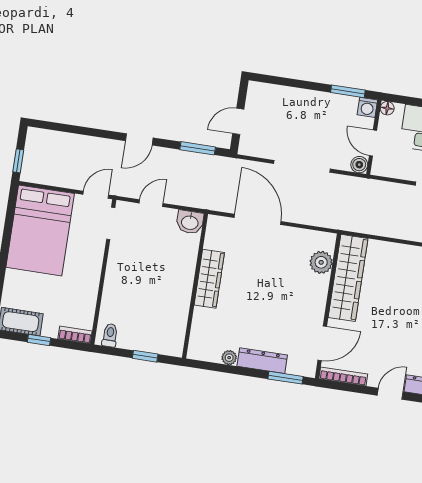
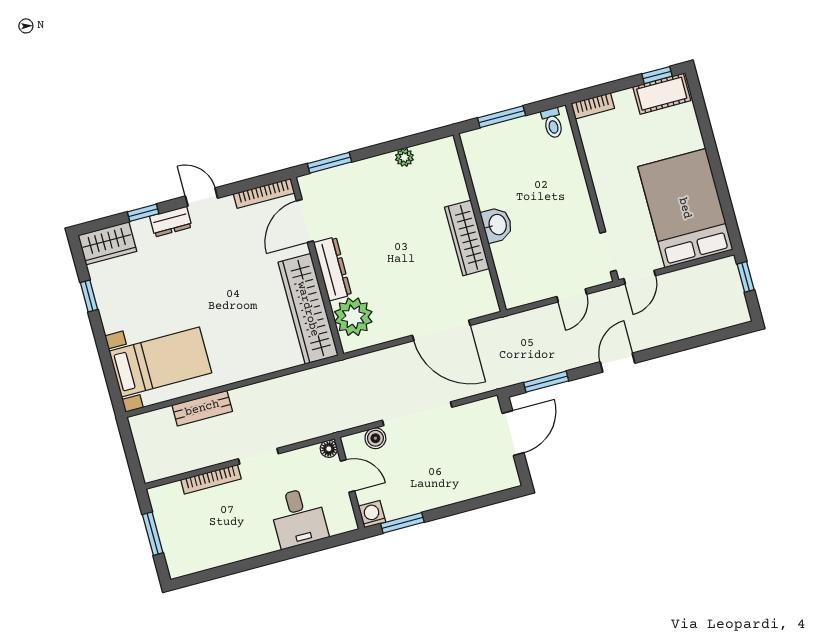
floor lamp: (387, 108) -> (329, 449), moved
door: (238, 121) -> (513, 433), width x1.38
boiler: (359, 165) -> (375, 438), moved
washbasin: (190, 222) -> (497, 225), moved, turned 90
plant: (321, 262) -> (353, 317), width x1.36, depth x1.36
window: (39, 340) -> (657, 75), moved
window: (145, 356) -> (502, 117), width x1.50
dresser: (262, 361) -> (332, 269), moved, turned -90
door: (390, 394) -> (202, 197), swing flipped

